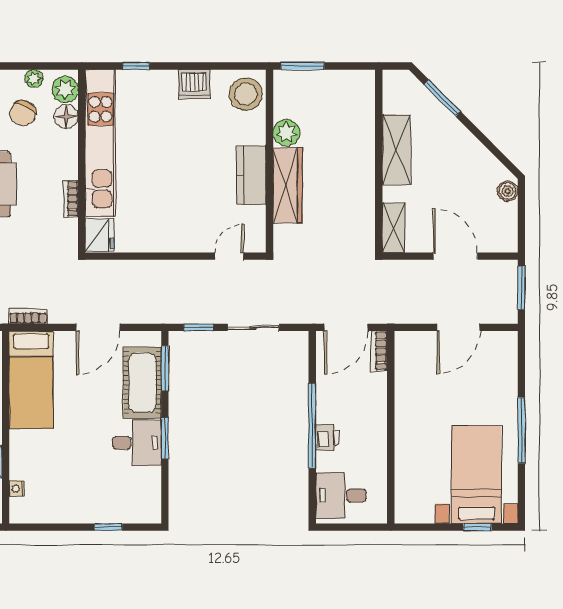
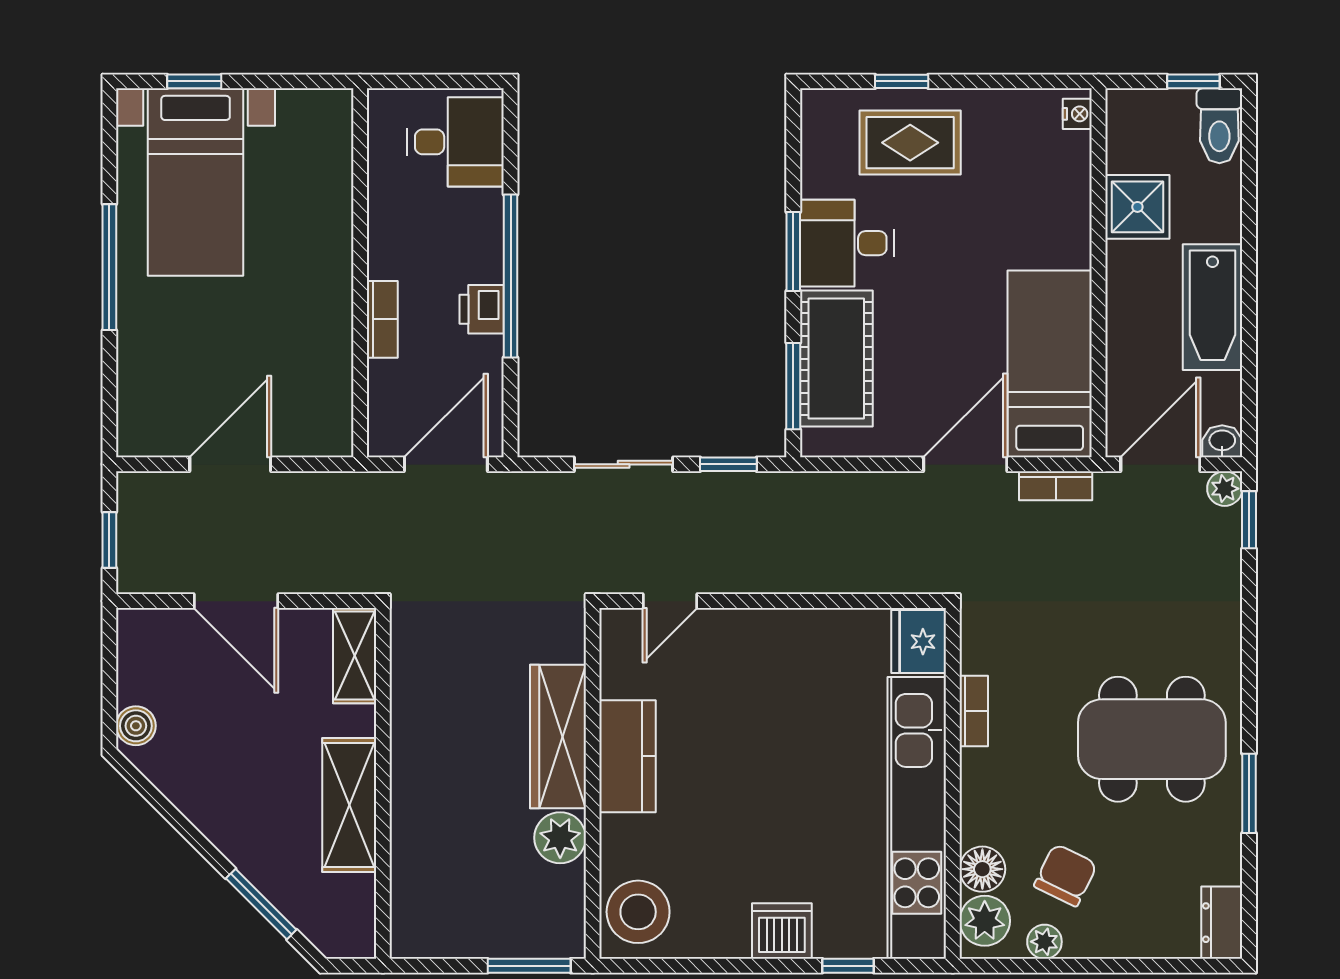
dishwasher: (194, 84) -> (782, 931), moved
window: (521, 288) -> (109, 540), width x0.67
door: (98, 327) -> (965, 464), moved
bookcase: (379, 351) -> (382, 319), moved
printer: (327, 437) -> (482, 309), moved
nightstand: (17, 489) -> (1077, 114), moved
rug: (104, 495) -> (910, 143), added

